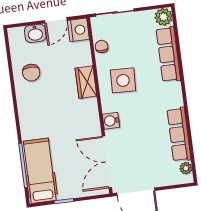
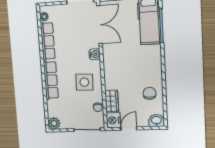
washbasin: (35, 33) -> (156, 121), moved
row of seats: (168, 54) -> (51, 80), moved
wardrobe: (86, 82) -> (112, 101), moved

